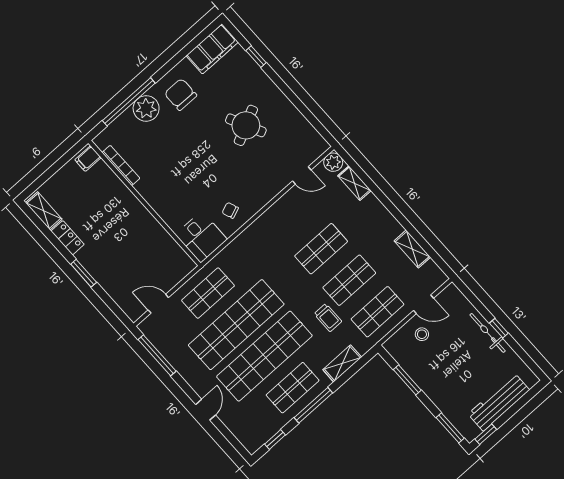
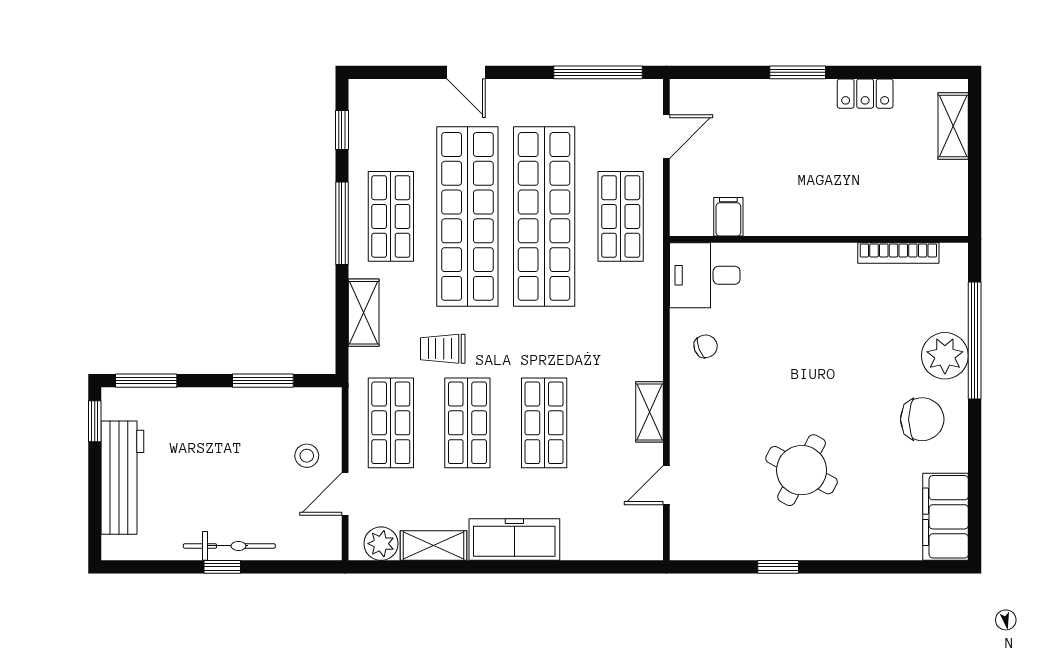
window: (256, 57) -> (778, 567), moved
round table: (246, 125) -> (802, 470), turned -36
filing cabinet: (88, 159) -> (728, 217), moved
plant: (333, 162) -> (381, 544), moved
shelving: (354, 183) -> (649, 412), moved, turned 90
shelving: (44, 211) -> (953, 126), moved, turned 90
freezer: (380, 218) -> (514, 540), added

